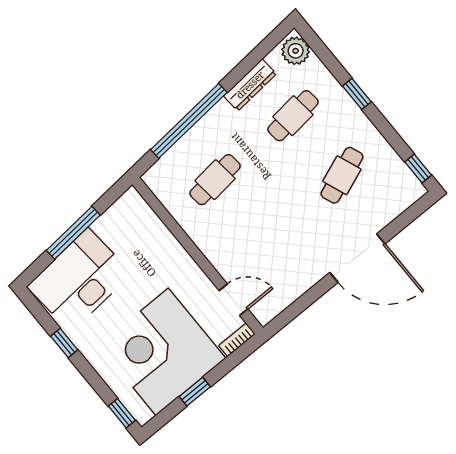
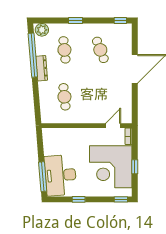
dresser: (250, 85) -> (42, 68), moved
window: (189, 121) -> (33, 55), moved
window: (73, 233) -> (43, 177), moved

